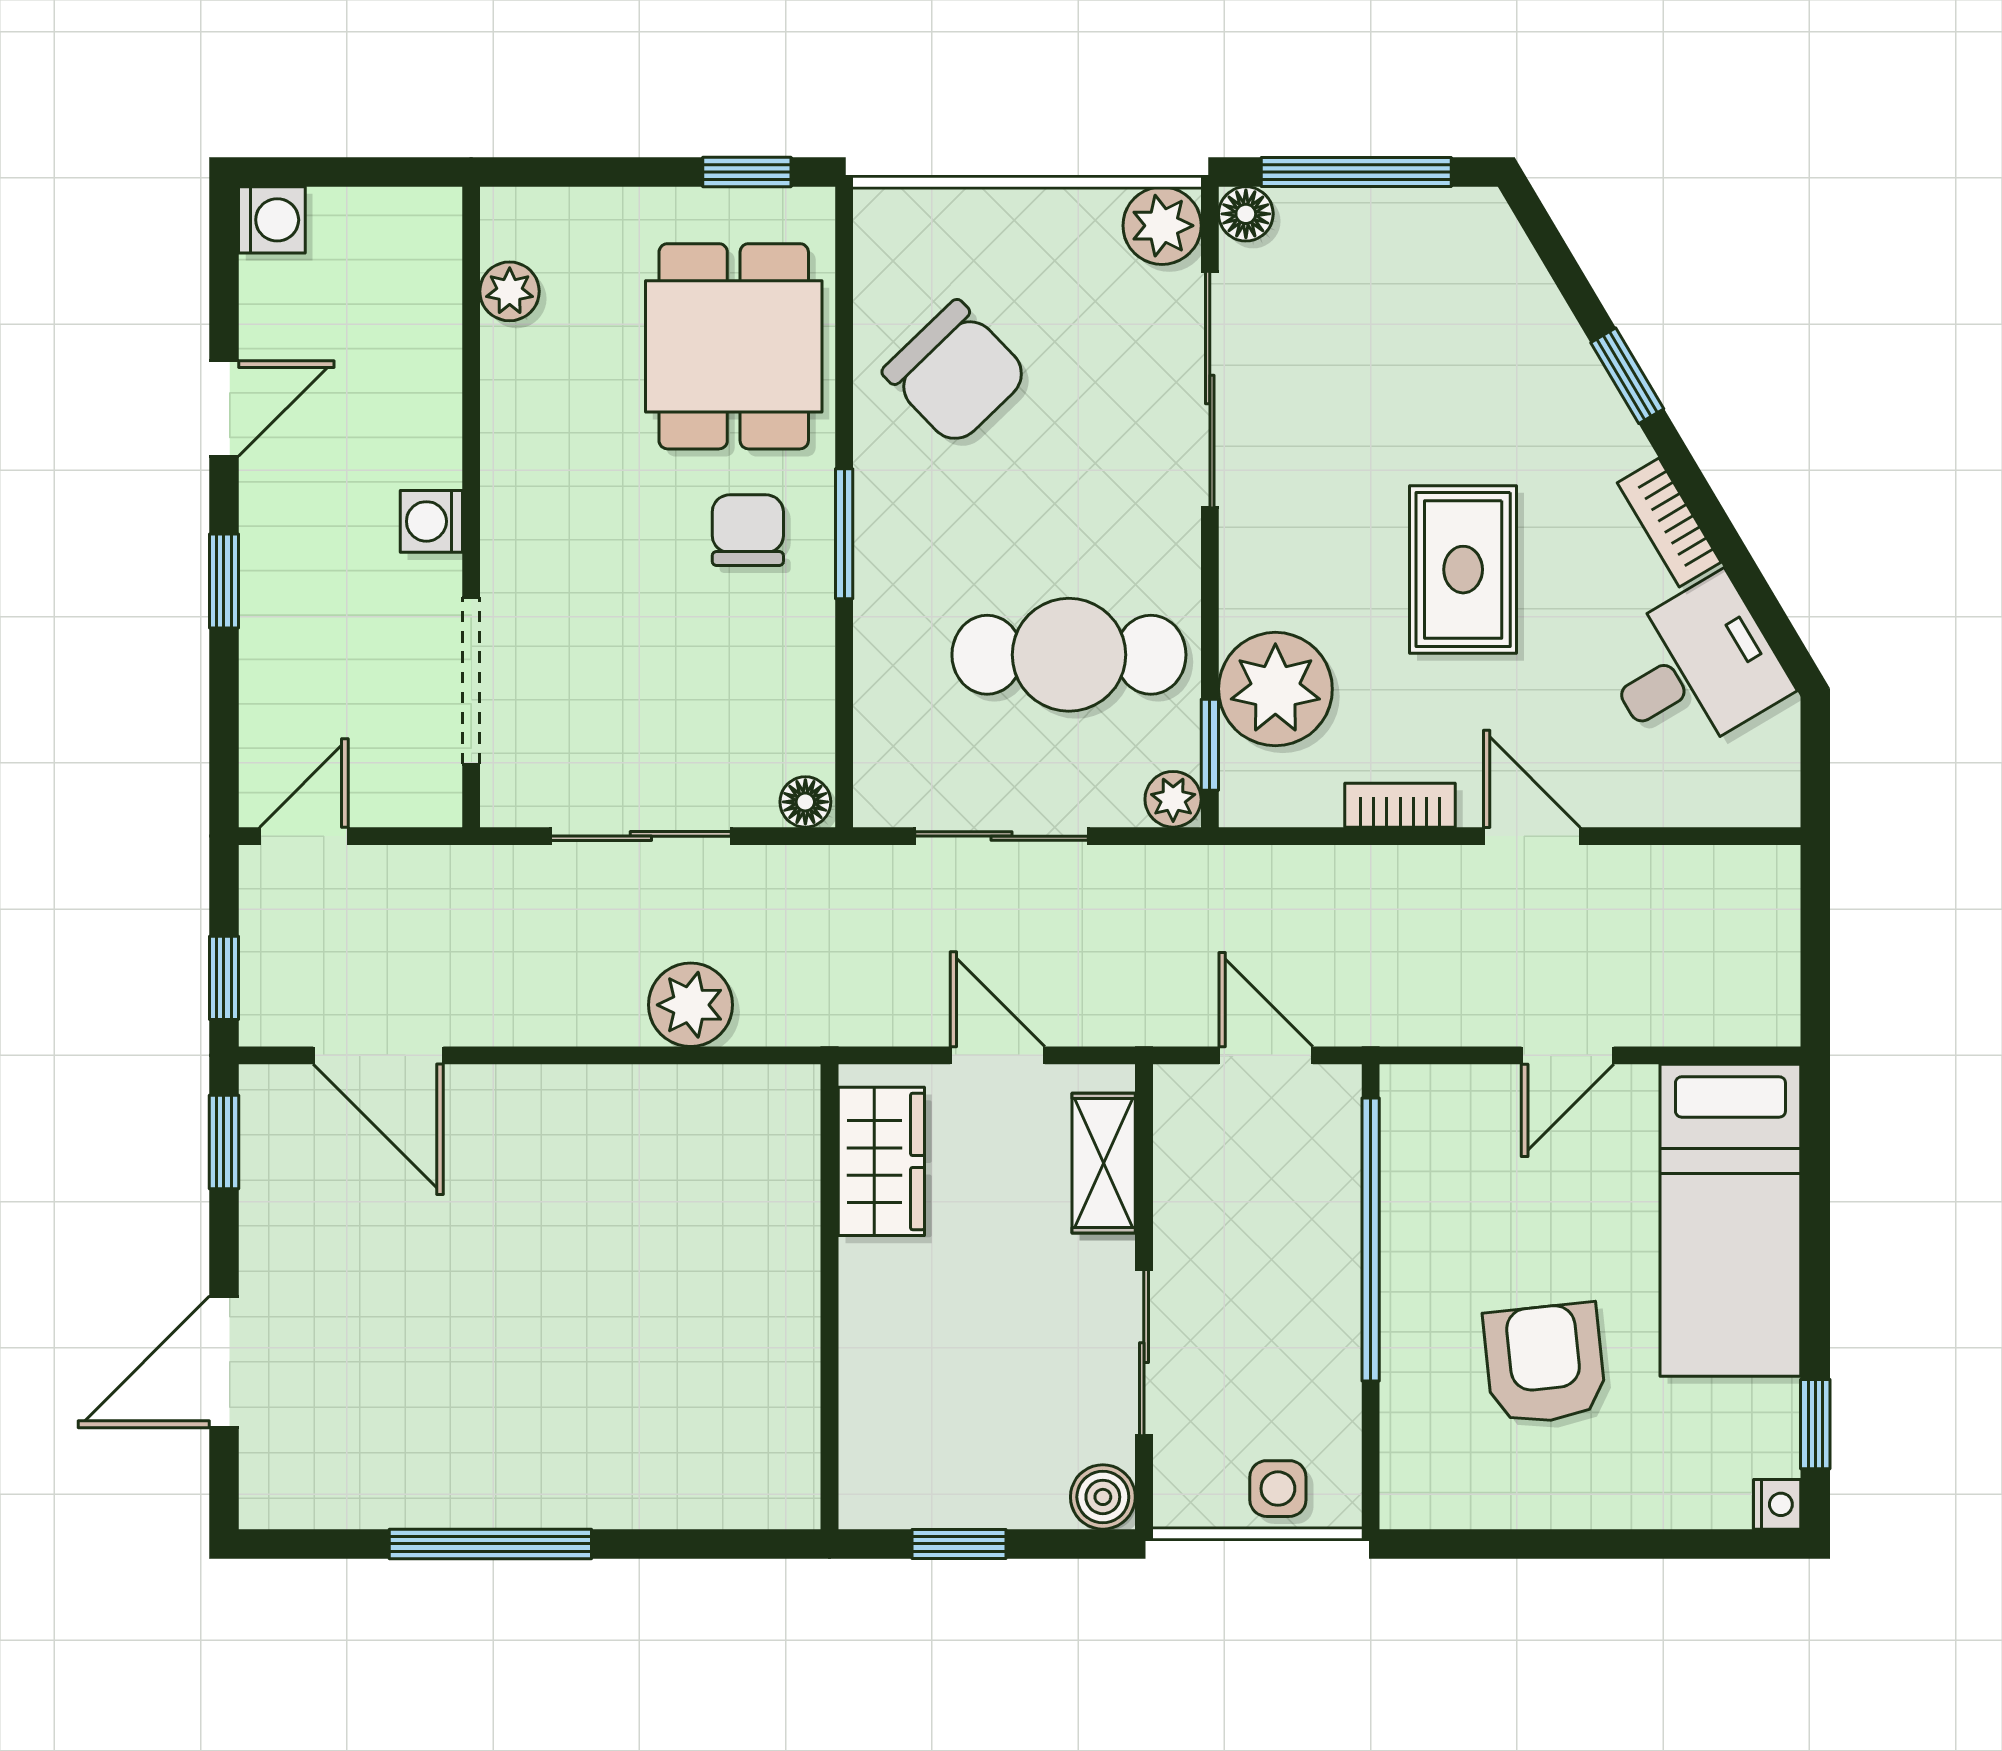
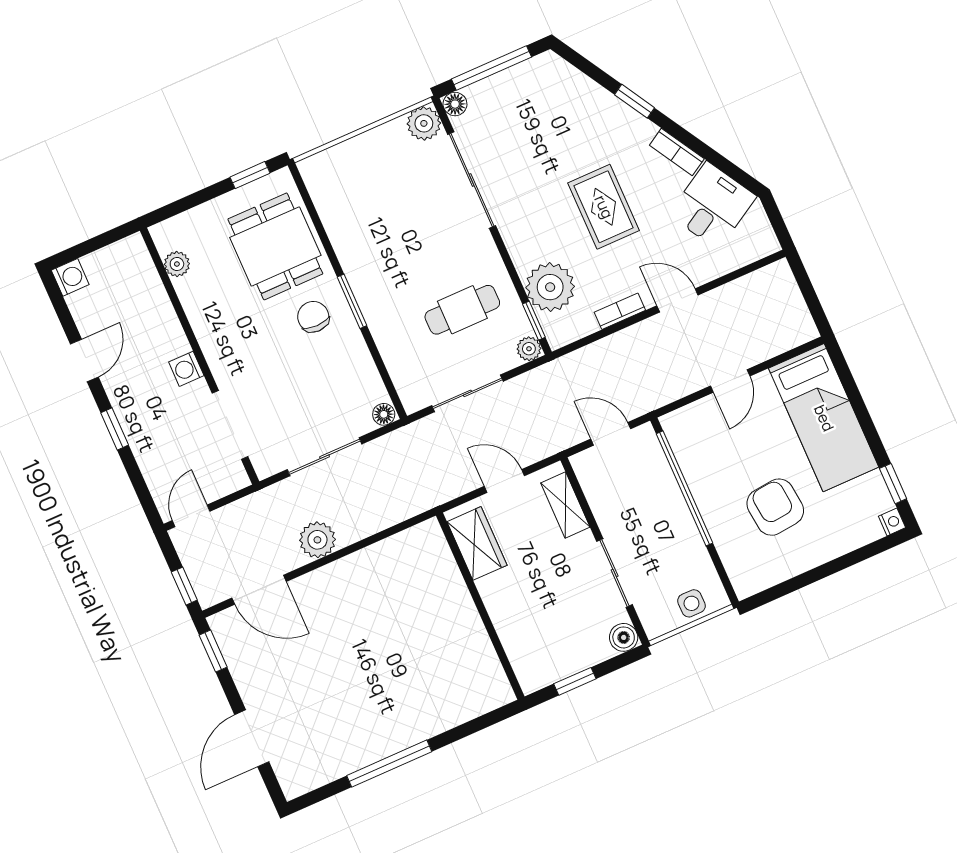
chair: (956, 373) -> (368, 218), removed
cafe table: (1069, 655) -> (462, 310), width x0.73, depth x0.74
plant: (691, 1005) -> (317, 540), moved

